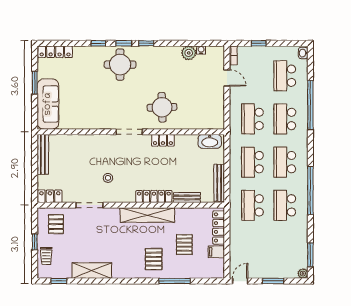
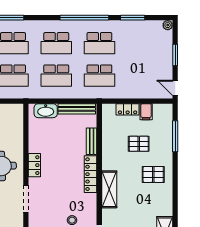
washbasin: (210, 141) -> (46, 111), moved, turned 90
shelving: (147, 215) -> (109, 189), width x0.68
locker: (219, 227) -> (128, 109), width x0.66
window: (310, 255) -> (133, 18), moved
window: (174, 281) -> (175, 136), moved

